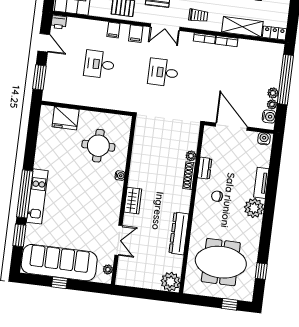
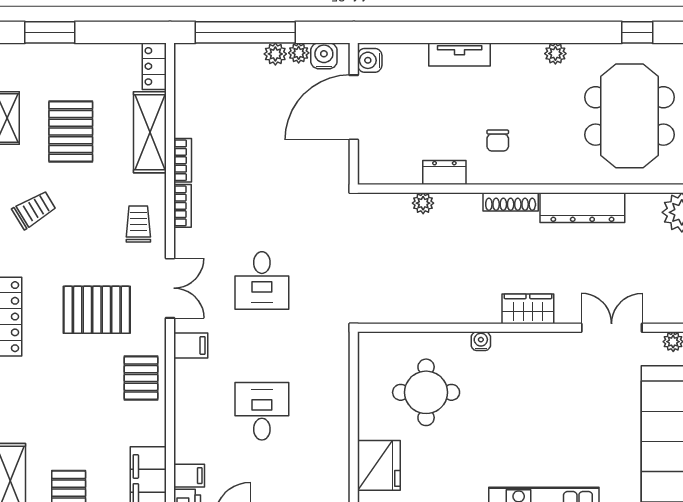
filing cabinet: (113, 30) -> (189, 476), moved
desk: (99, 64) -> (262, 411), turned 180
door: (231, 127) -> (354, 107), moved
shoe rack: (189, 176) -> (511, 202), moved
plant: (254, 208) -> (555, 54), moved, width x0.53, depth x0.53

